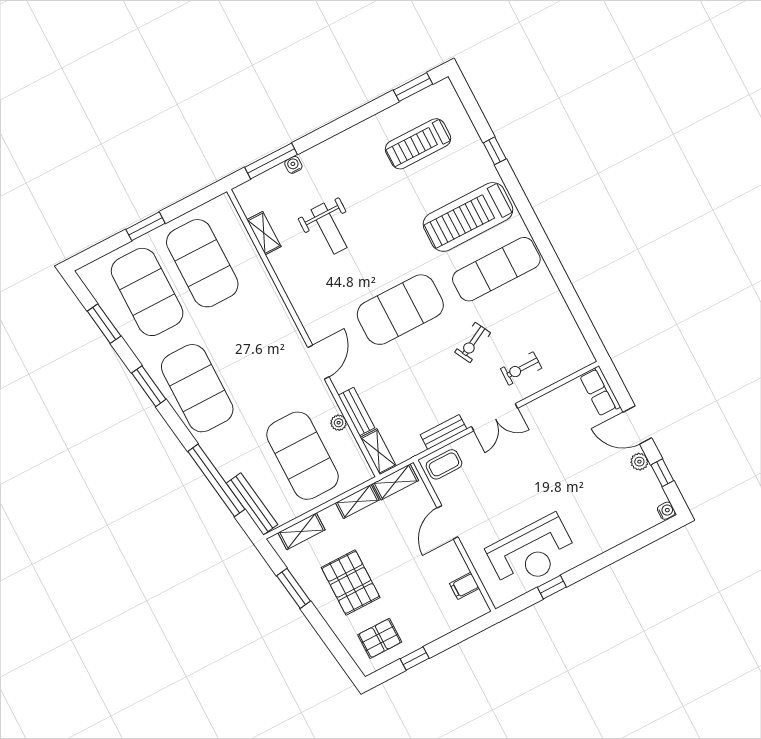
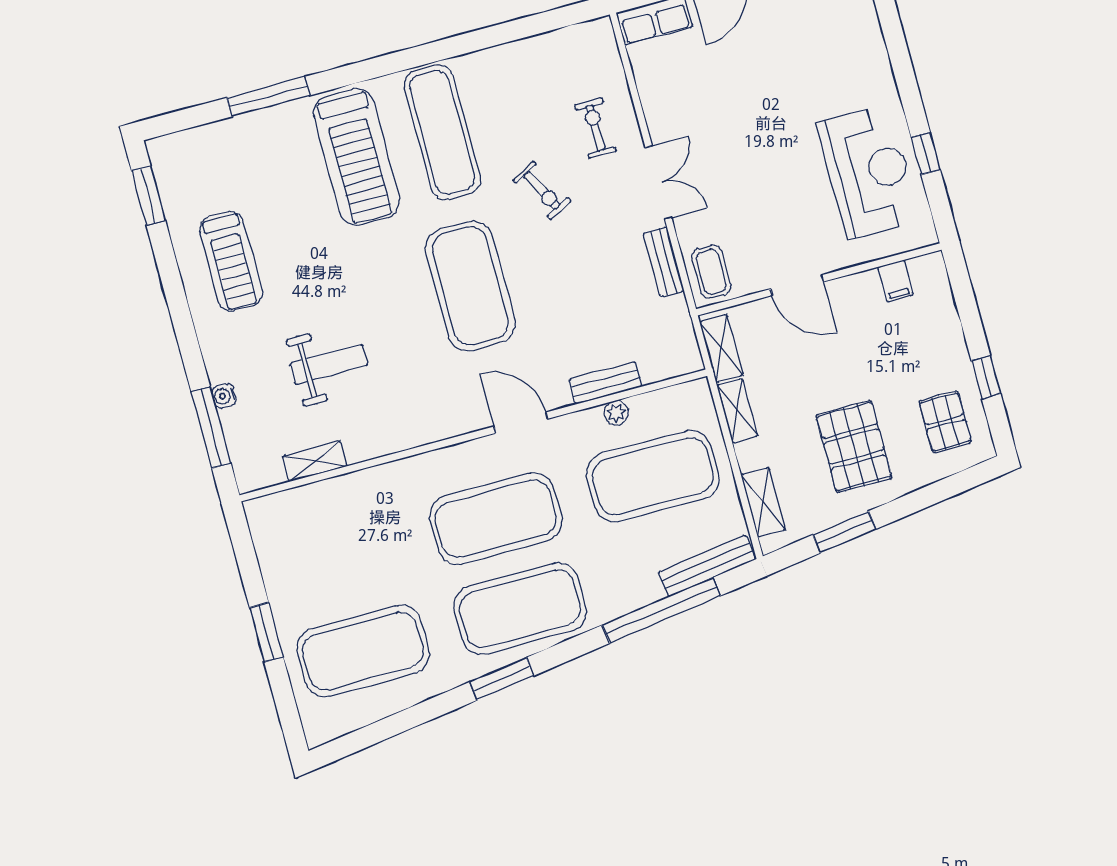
treadmill: (418, 144) -> (231, 261), moved
window: (495, 151) -> (268, 97), width x2.17
exercise mat: (202, 263) -> (496, 519), moved
window: (104, 324) -> (396, 724), removed
exercise bike: (521, 368) -> (595, 128), turned 180
shelving: (378, 452) -> (671, 364), removed
pallet: (351, 582) -> (854, 447), turned 90

